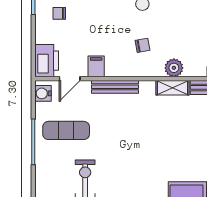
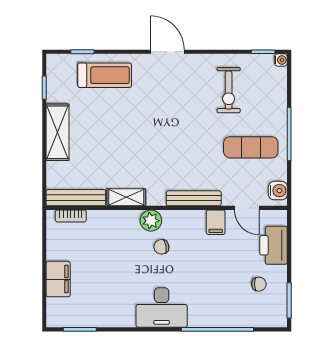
printer: (47, 61) -> (274, 245), moved
plant: (174, 68) -> (151, 221), moved
door: (70, 79) -> (247, 208), swing flipped

